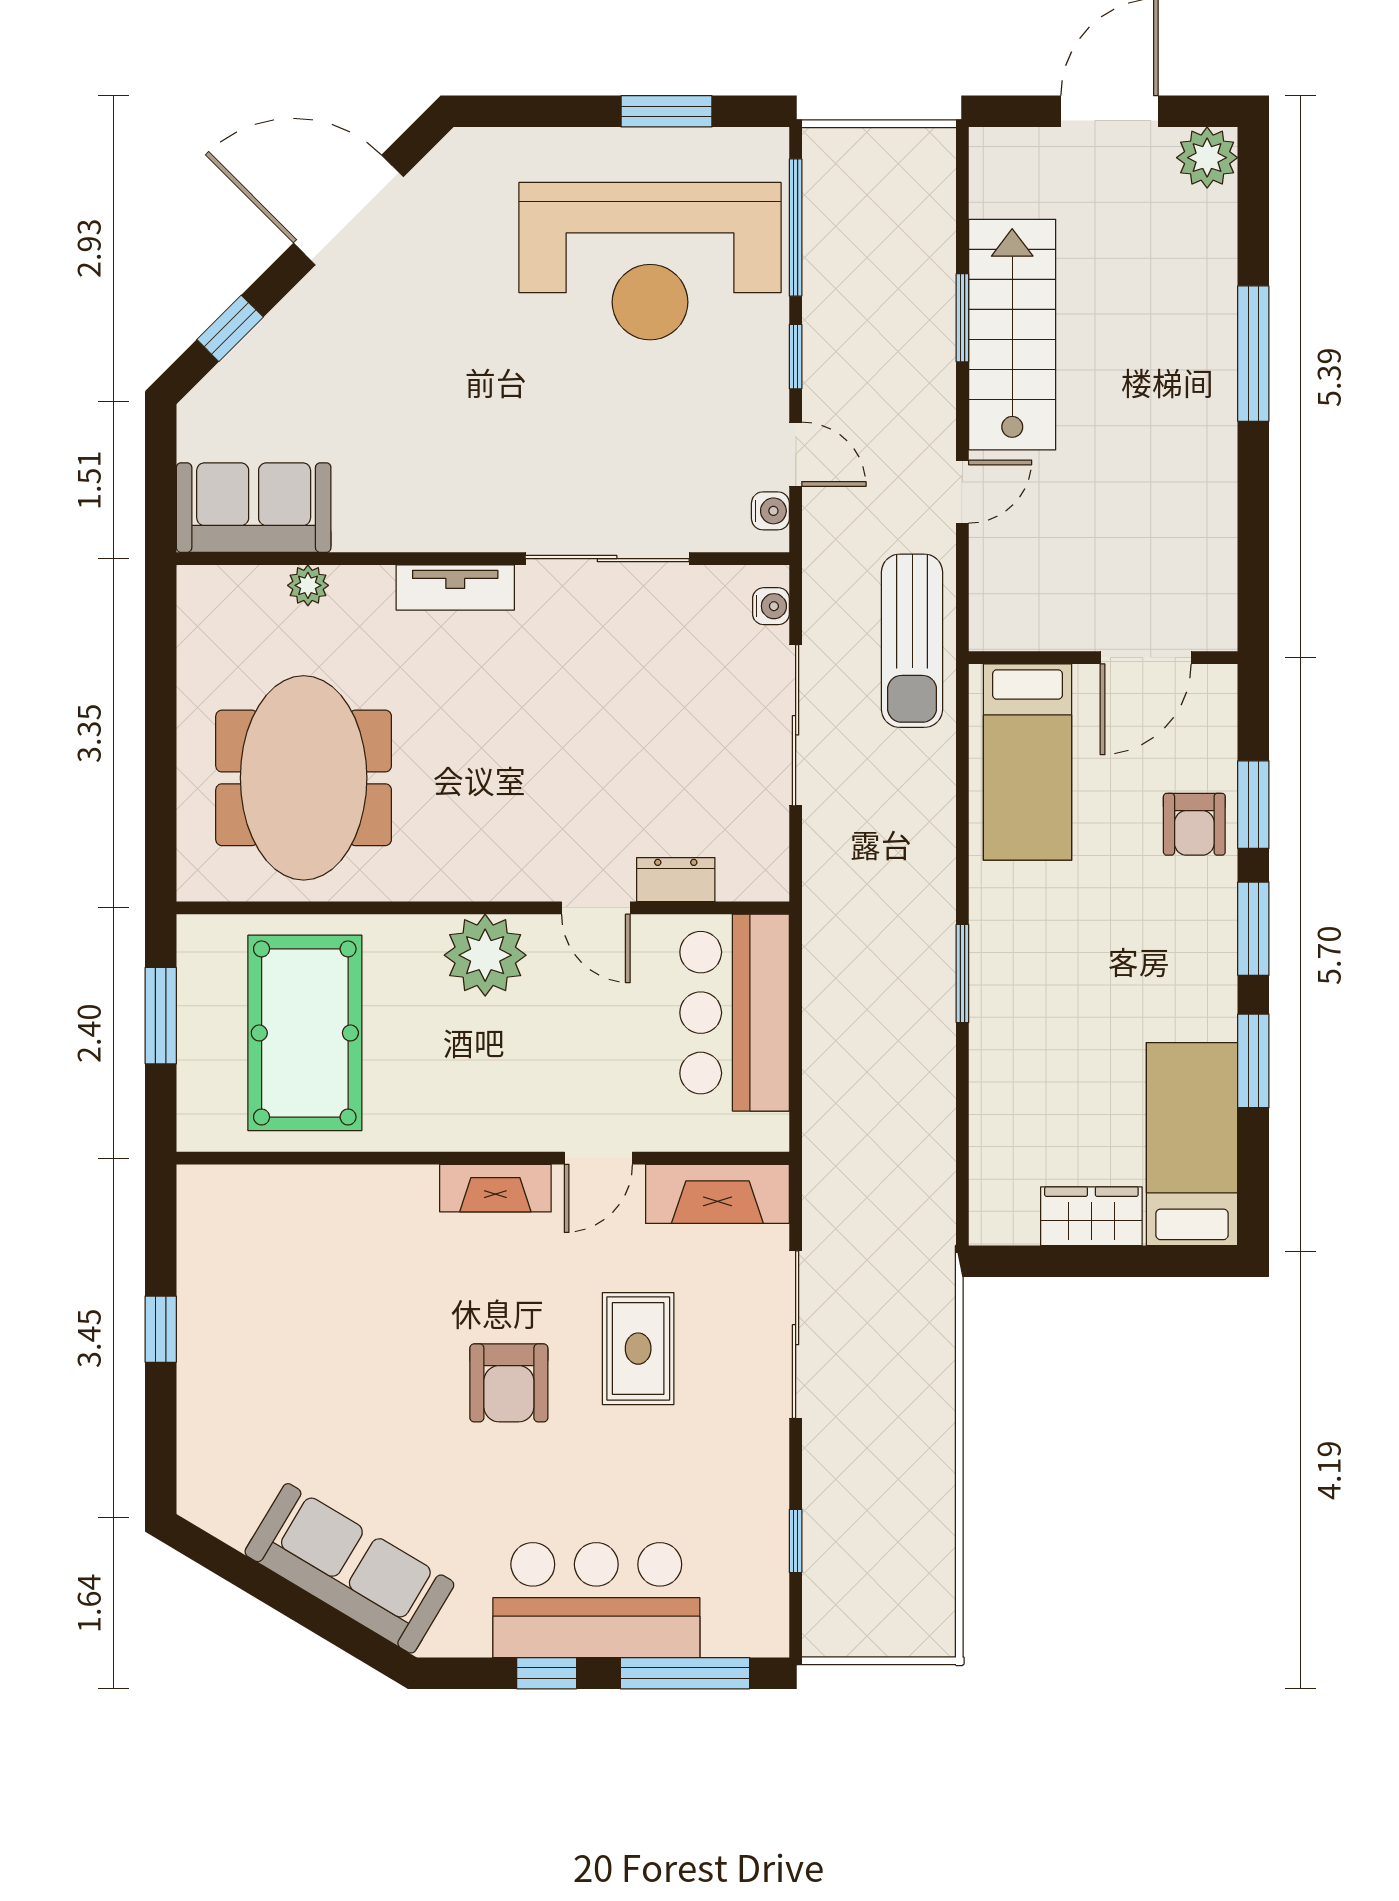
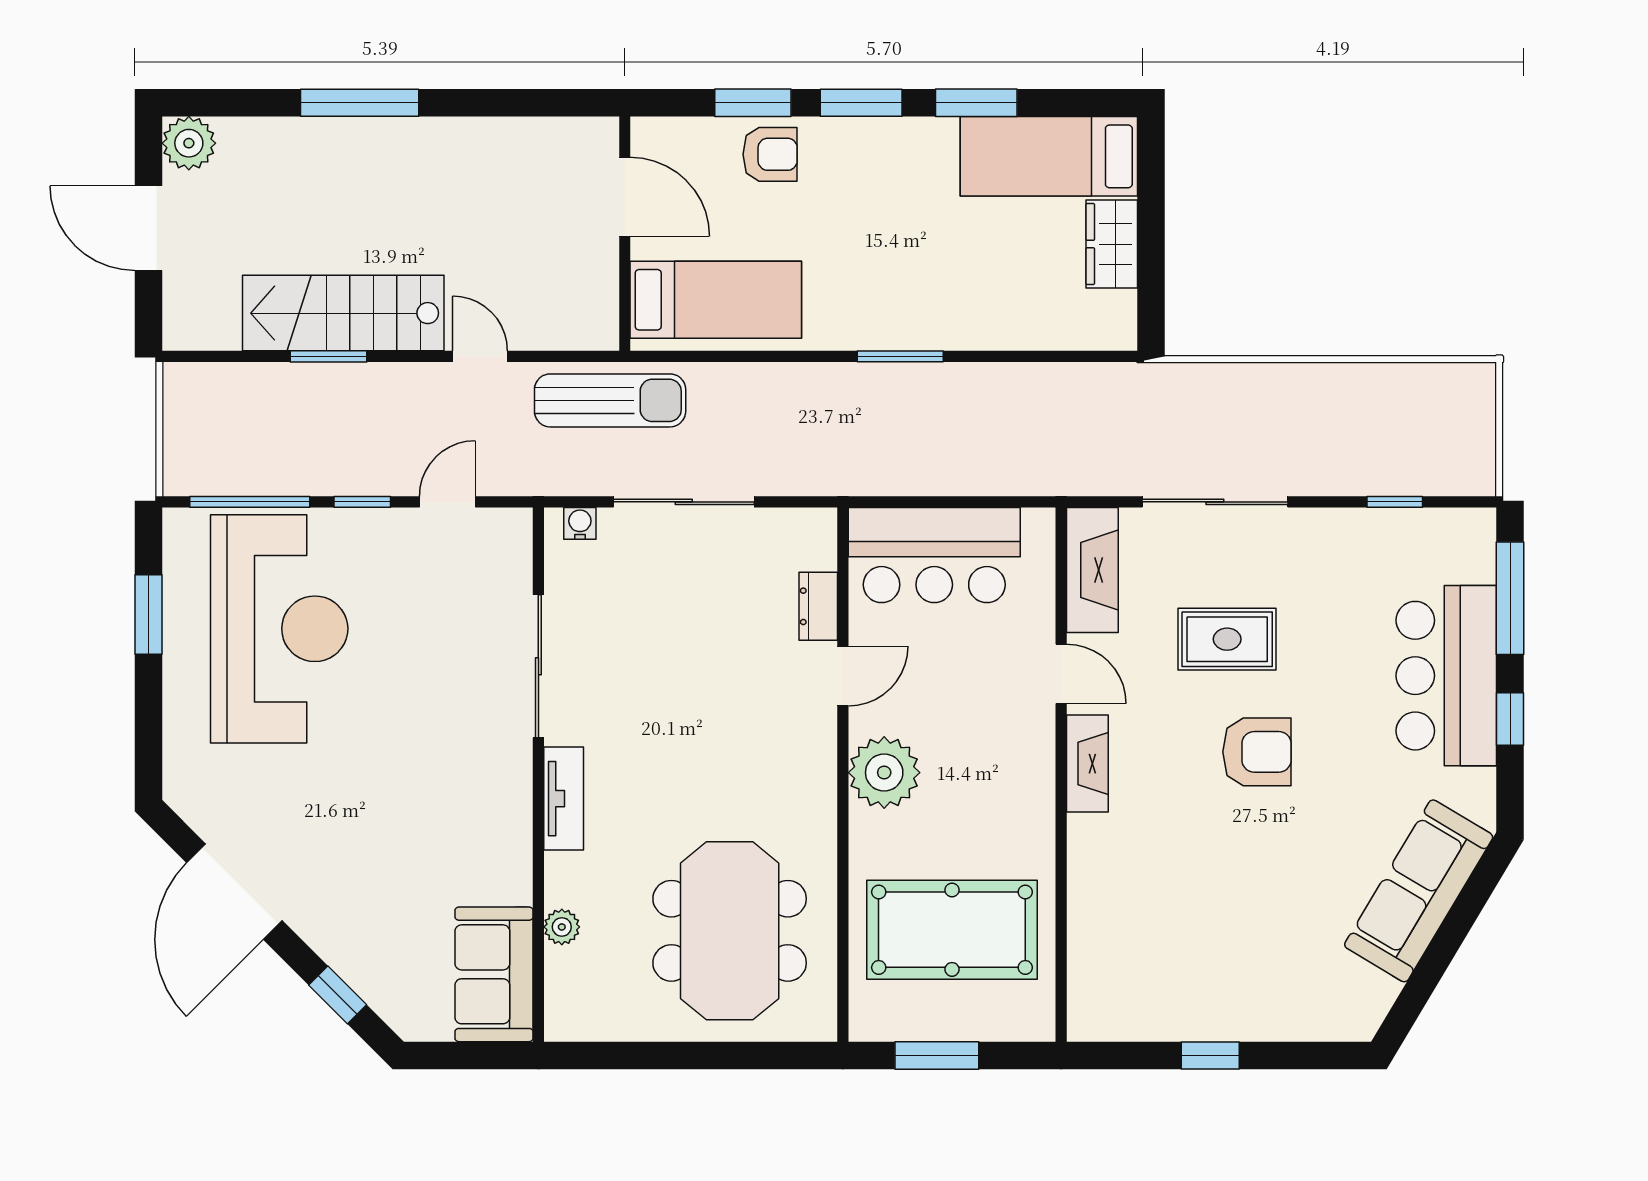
water cooler: (770, 511) -> (497, 524), removed
meeting table: (304, 778) -> (730, 931), turned 90

